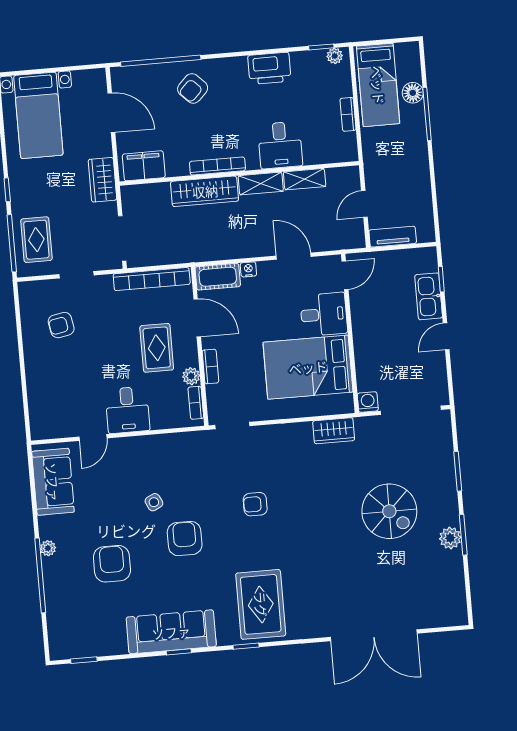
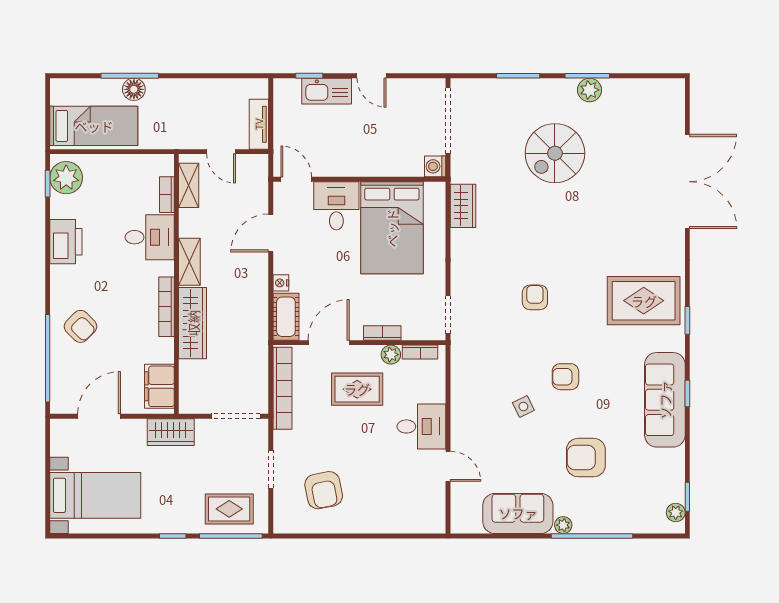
plant: (335, 56) -> (66, 178), width x1.87, depth x1.87
floor lamp: (413, 93) -> (134, 89), moved
bookcase: (348, 114) -> (167, 195), moved, turned 90
shelving: (305, 179) -> (189, 185), moved
armchair: (61, 325) -> (324, 490), width x1.38, depth x1.38
sofa: (53, 482) -> (518, 513), moved
armchair: (255, 504) -> (535, 297), turned 180
spiral stairs: (389, 511) -> (555, 153), turned 180
armchair: (185, 539) -> (565, 377), width x0.72, depth x0.72
plant: (68, 651) -> (676, 512), added

